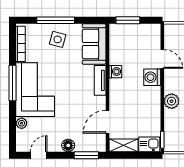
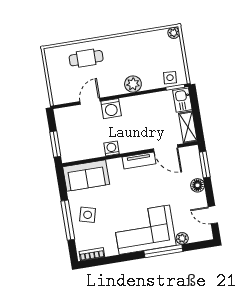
bookcase: (21, 44) -> (92, 254), width x0.64
tv unit: (100, 80) -> (139, 160), moved
window: (13, 83) -> (163, 251), moved
side table: (172, 136) -> (170, 78), added

